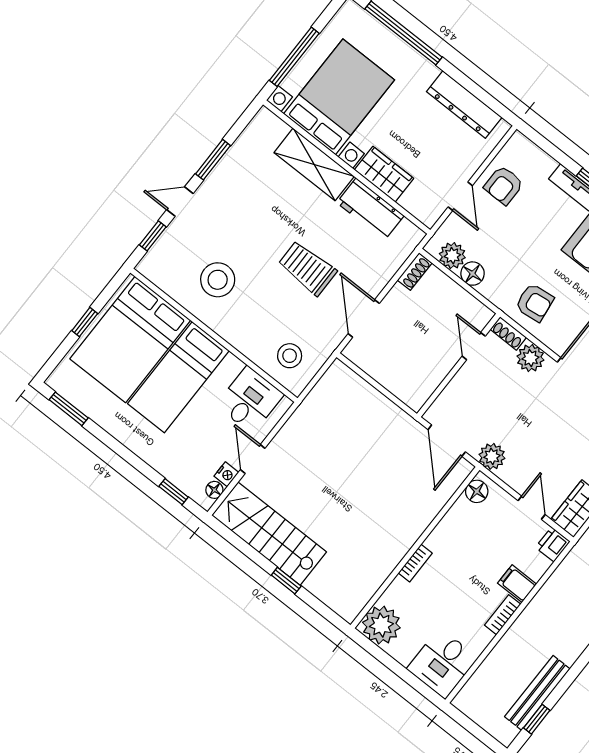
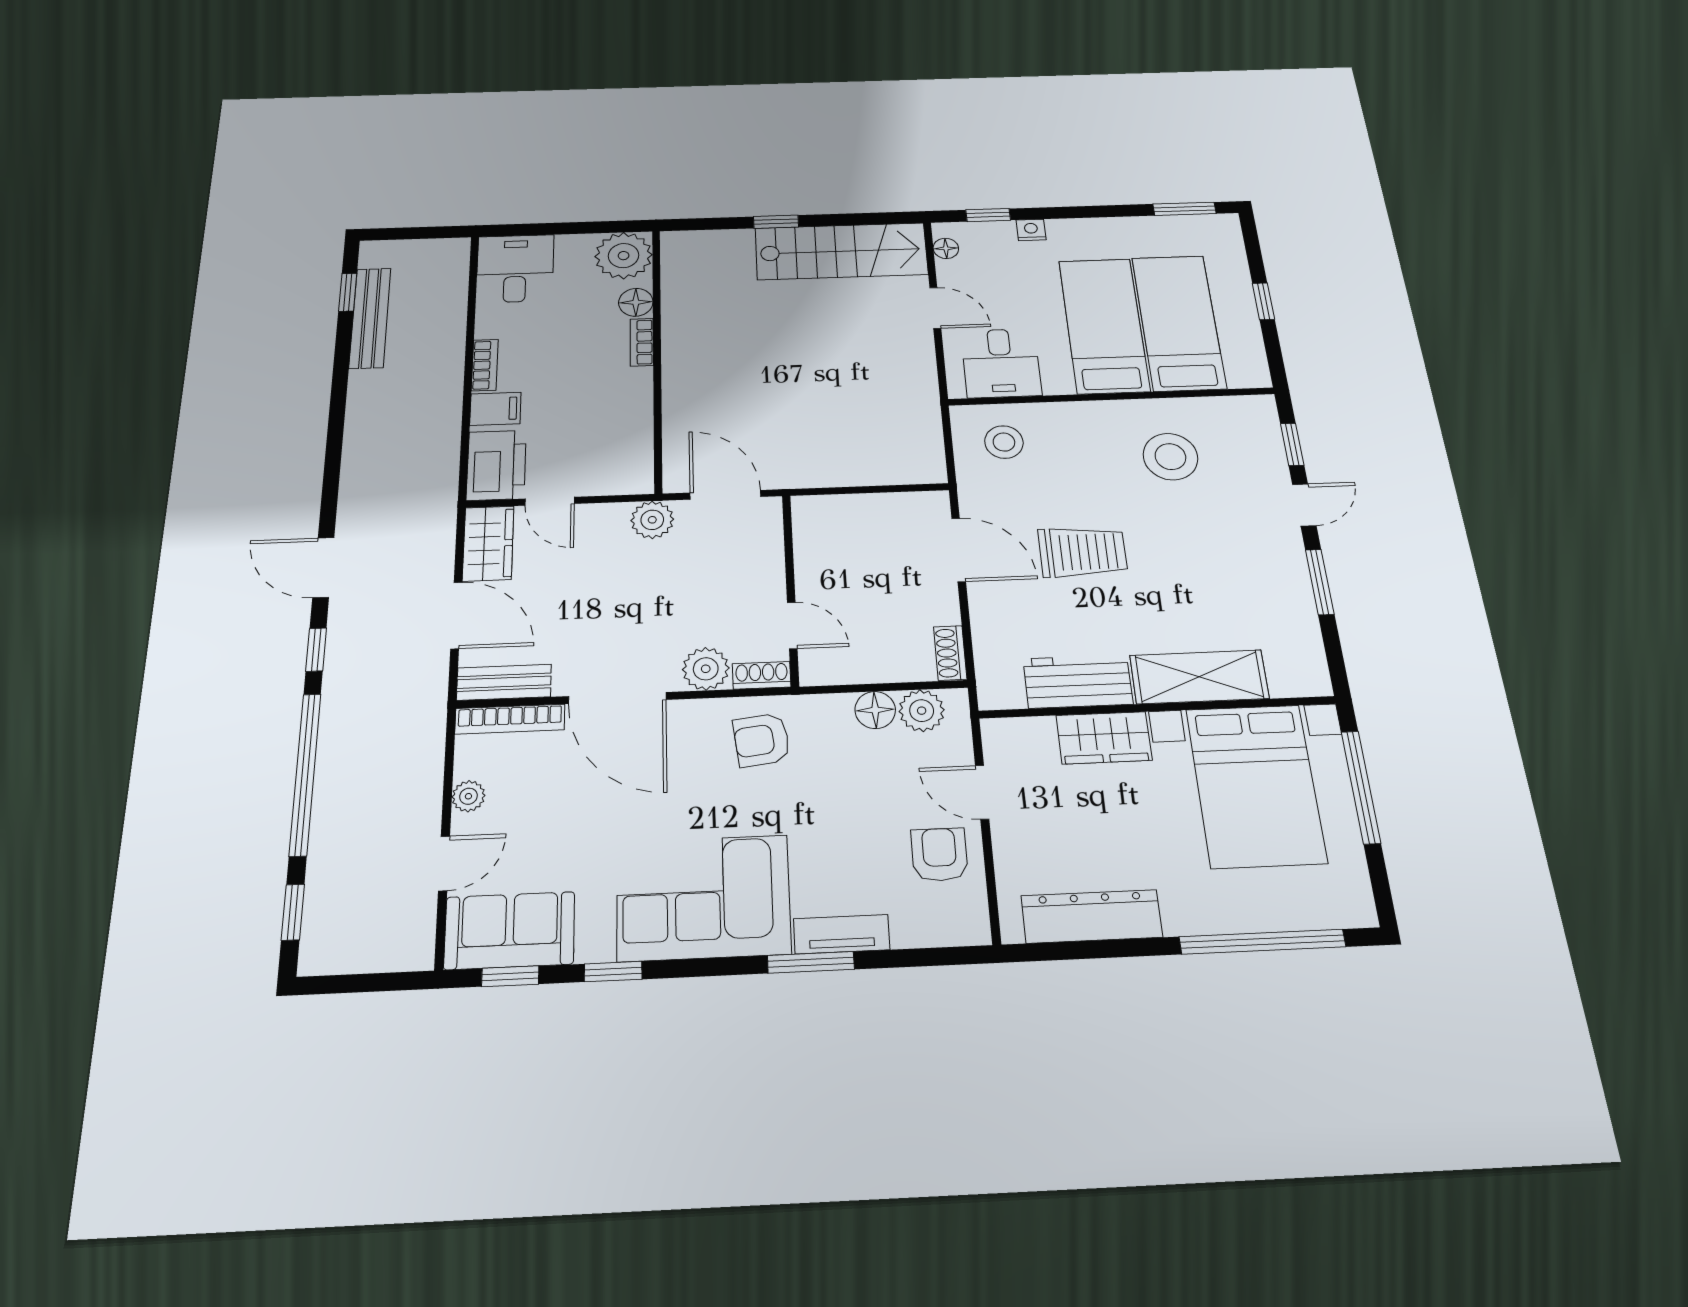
bed: (130, 340) -> (1179, 322), width x0.67
nightstand: (226, 474) -> (1031, 230), moved, turned 90
floor lamp: (477, 491) -> (636, 302), moved
printer: (553, 544) -> (496, 465), width x1.87, depth x1.48

